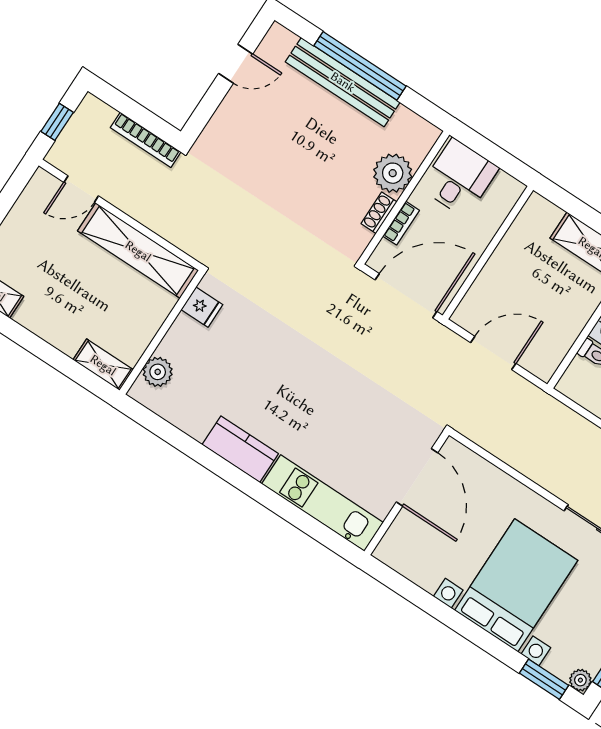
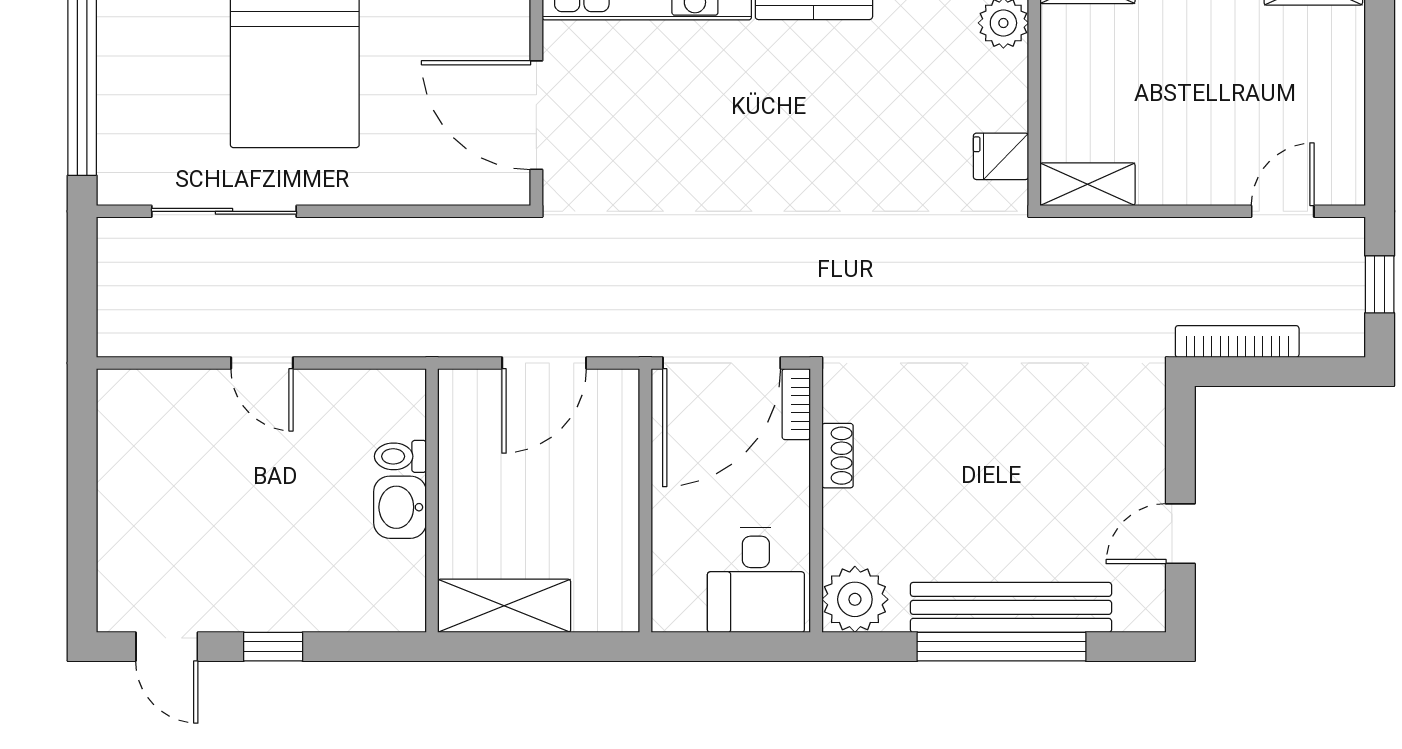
plant: (393, 173) -> (855, 599), moved
bookcase: (401, 223) -> (796, 404), moved
shelving: (138, 251) -> (1088, 184), width x0.45, depth x0.75

